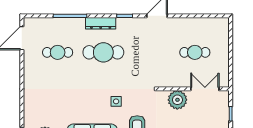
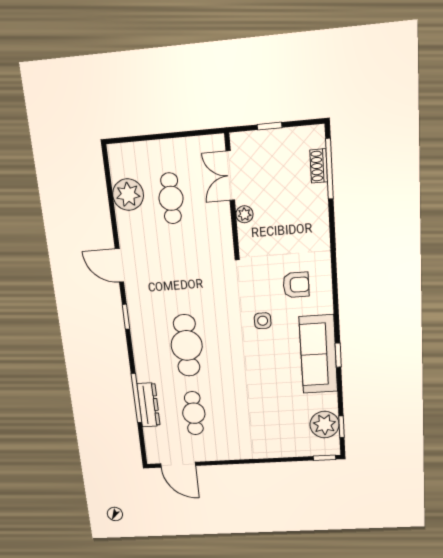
dresser: (101, 23) -> (148, 405), moved
plant: (199, 27) -> (128, 195), added
plant: (177, 100) -> (244, 214), width x0.53, depth x0.53

